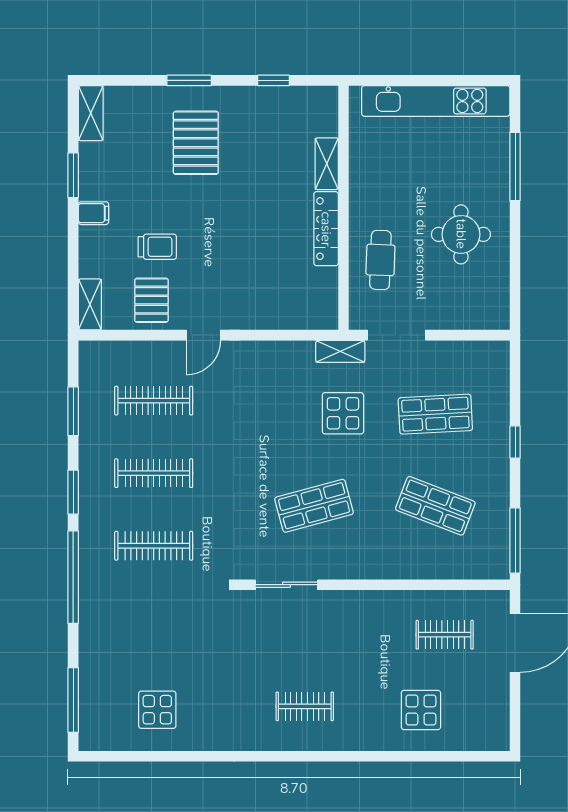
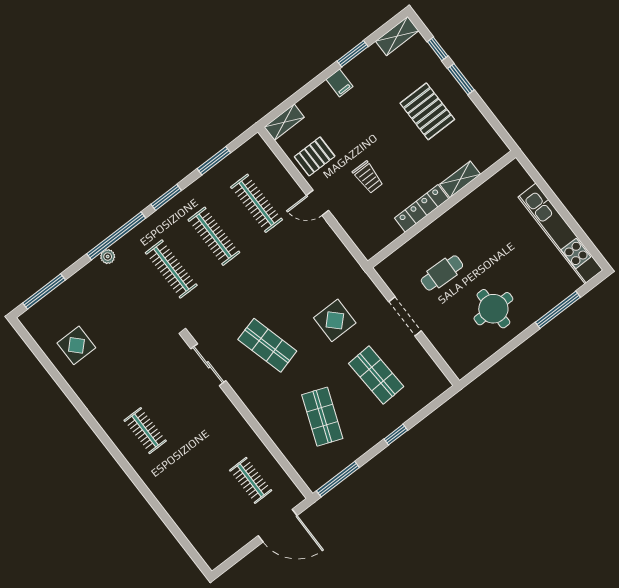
window: (273, 80) -> (438, 49), moved
pallet: (196, 143) -> (427, 111), turned 90
shelving: (327, 164) -> (460, 179), moved
wall: (343, 208) -> (442, 209), moved
locker: (326, 229) -> (422, 208), moved
trolley: (157, 247) -> (368, 177), moved
shelving: (340, 351) -> (370, 291), removed
plant: (88, 603) -> (108, 257), added
display table: (421, 710) -> (196, 501), removed

